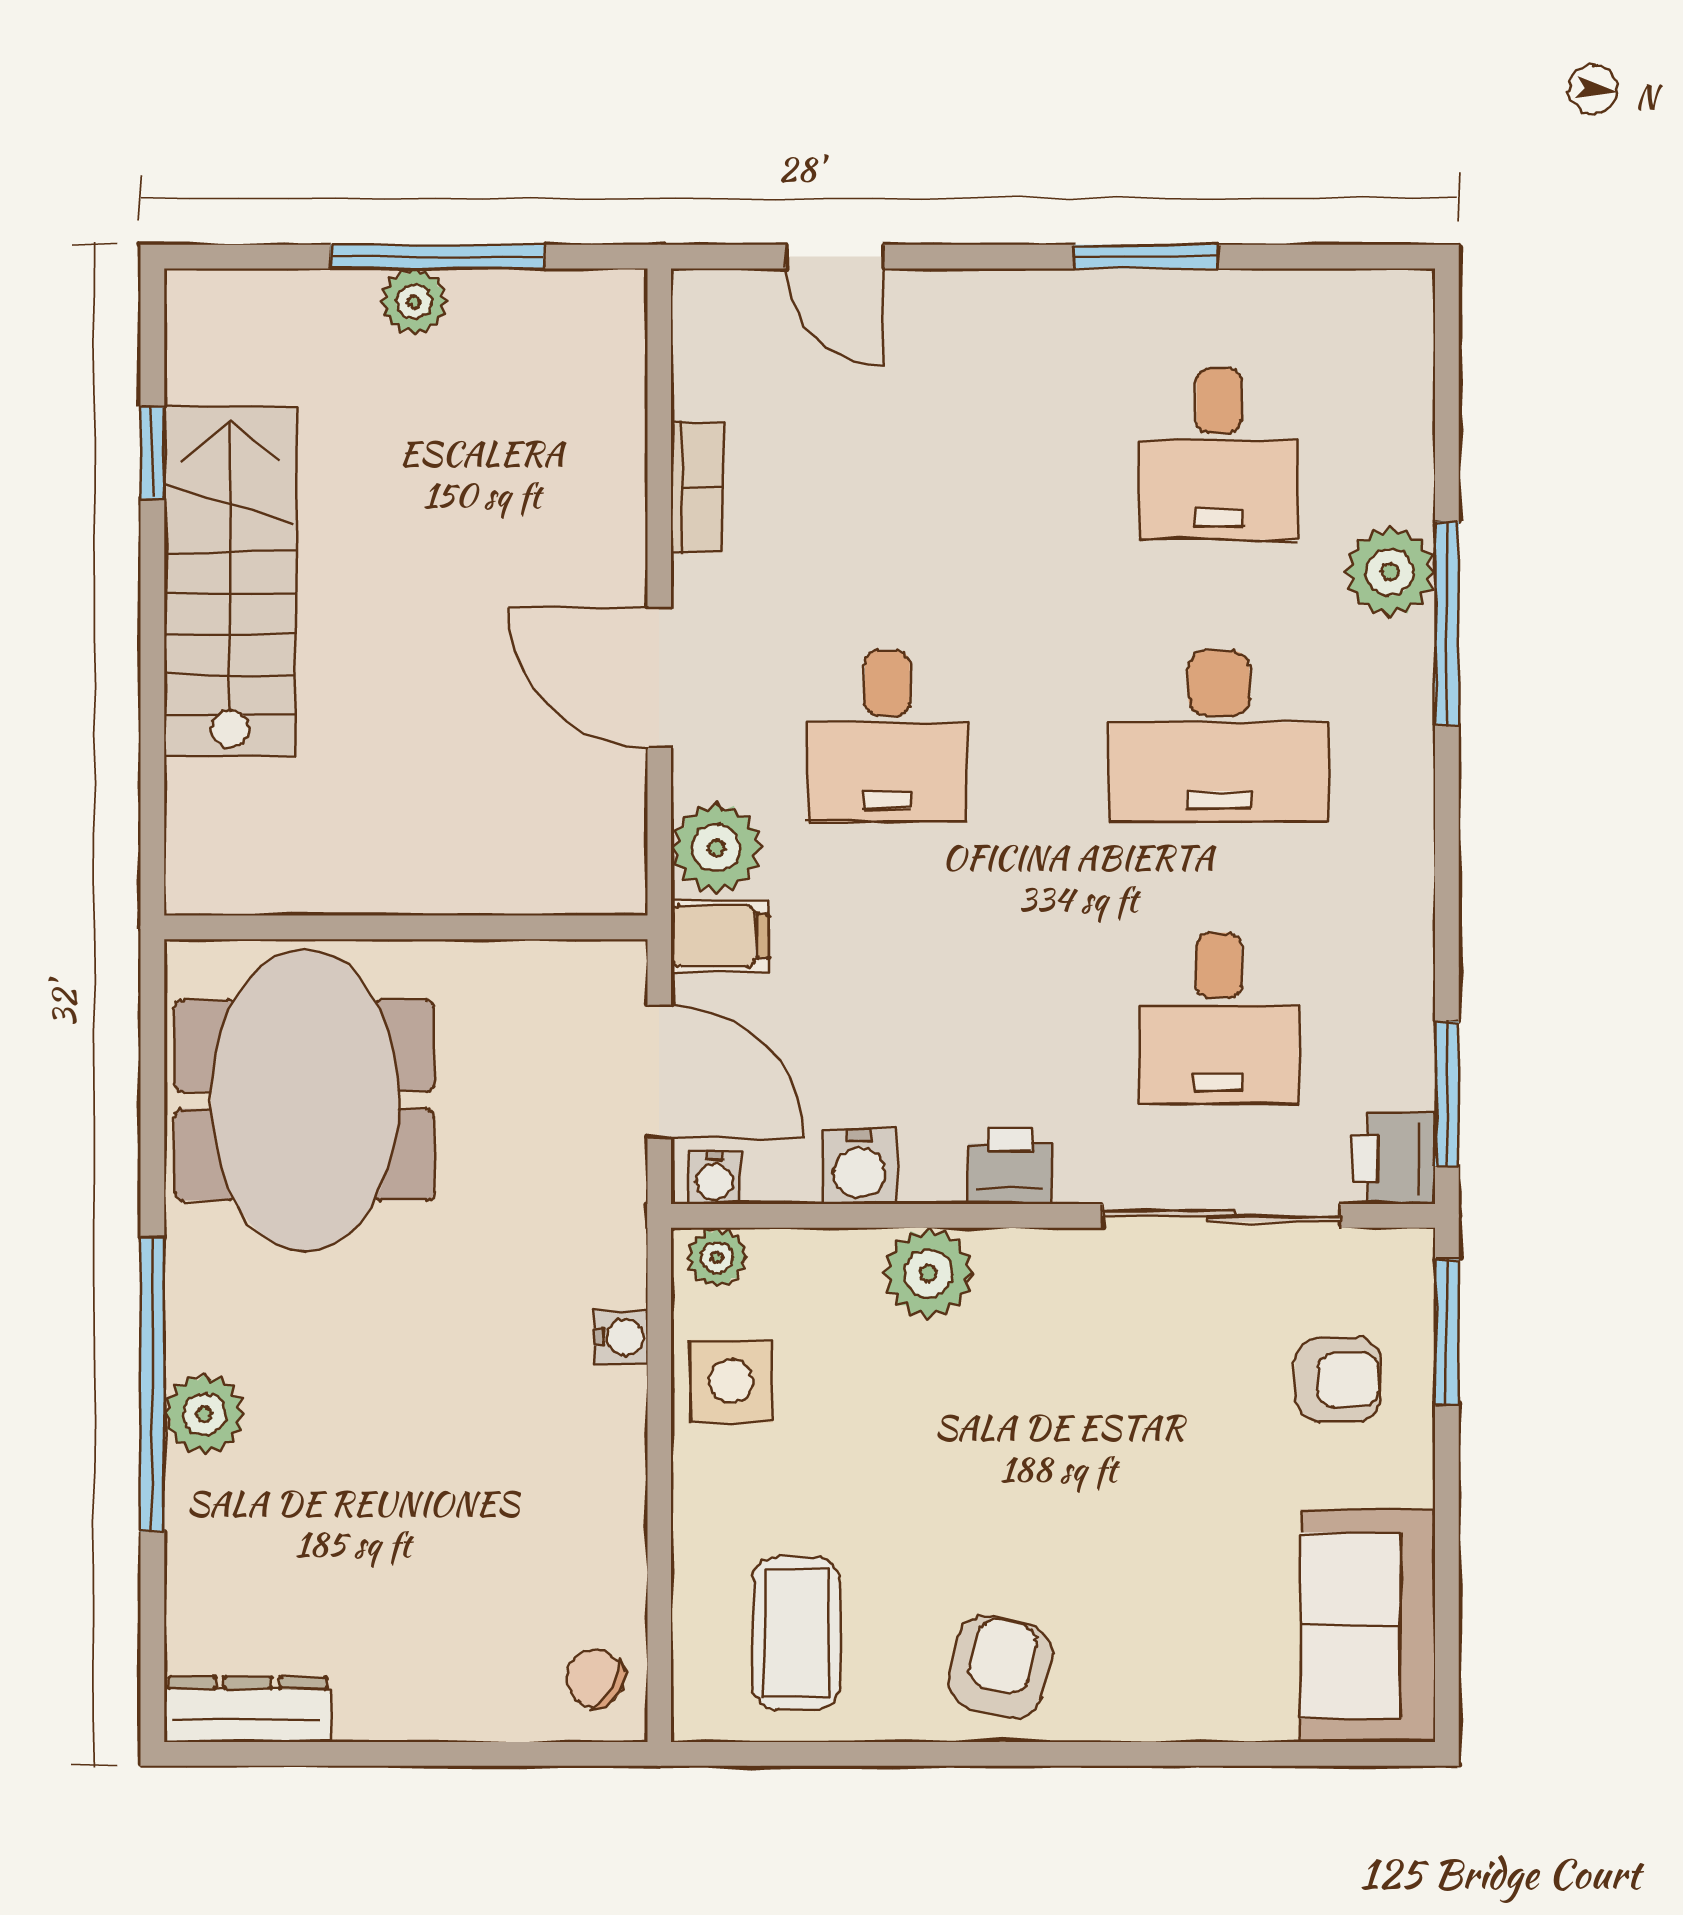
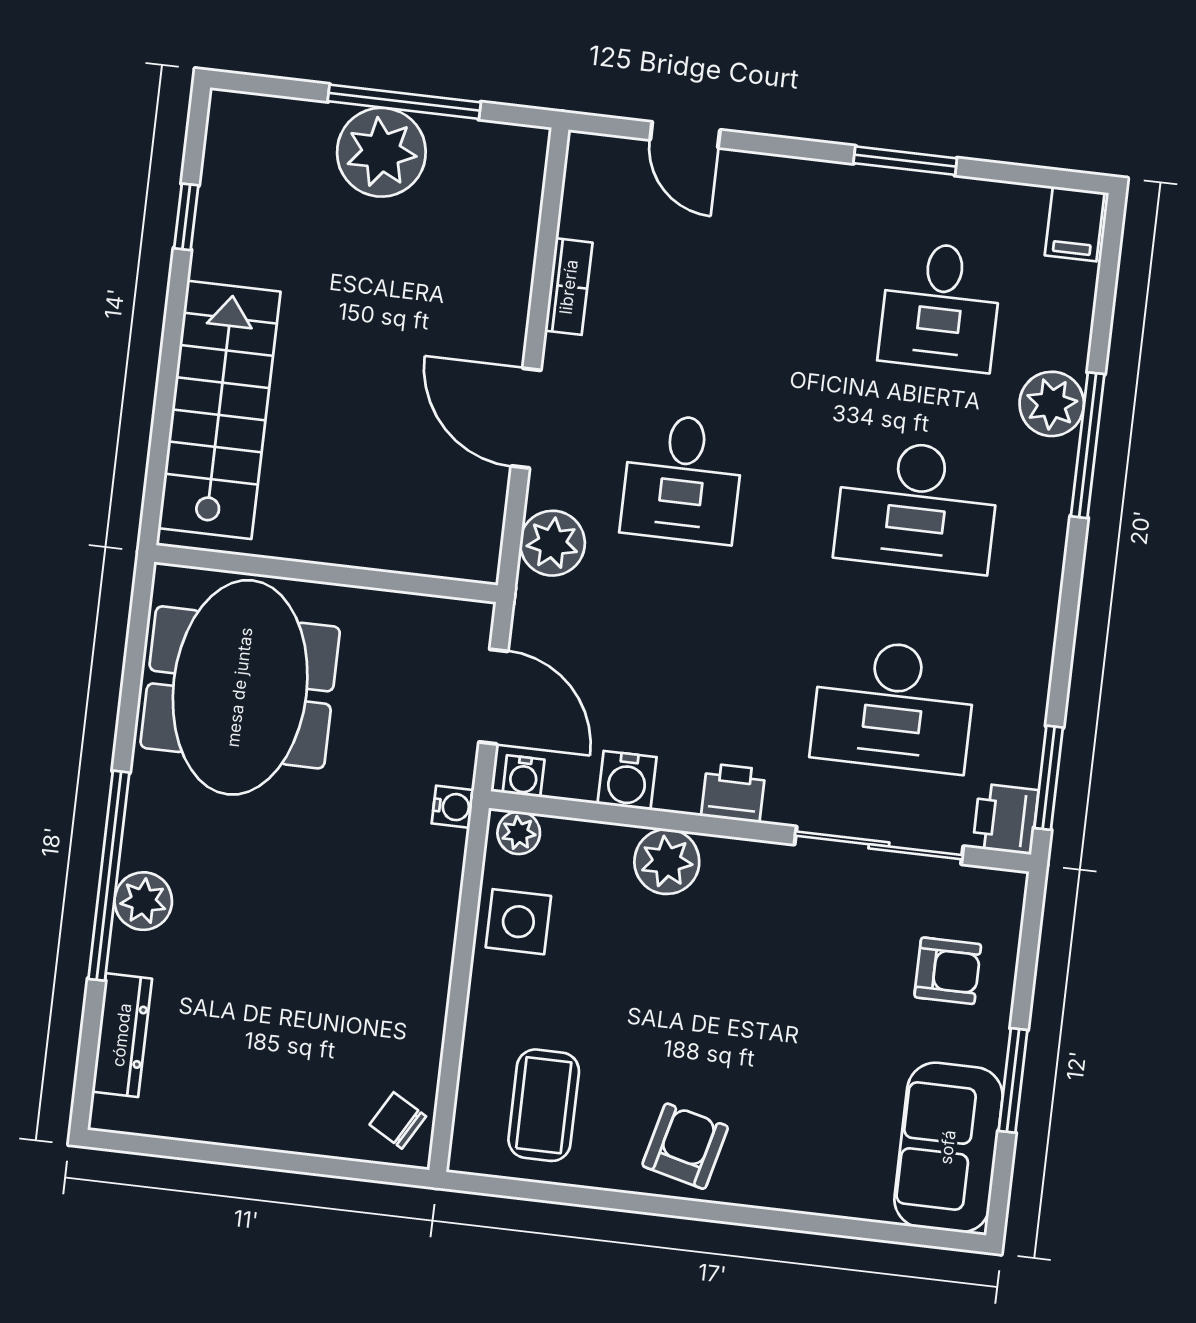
plant: (414, 302) -> (381, 152), width x1.87, depth x1.87
stairs: (230, 582) -> (219, 410), moved
filing cabinet: (720, 936) -> (1075, 224), moved, turned 90
desk: (1219, 1019) -> (894, 706), width x1.37
window: (1447, 1332) -> (1013, 1080), moved
water cooler: (621, 1337) -> (453, 807), moved
dresser: (248, 1709) -> (122, 1035), moved, turned 90

